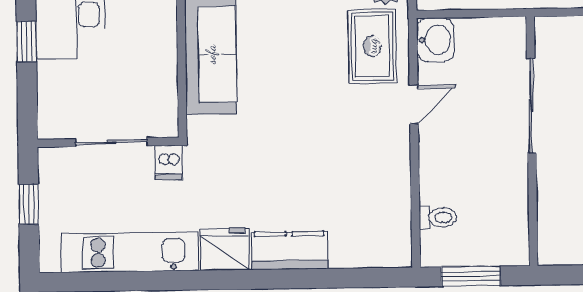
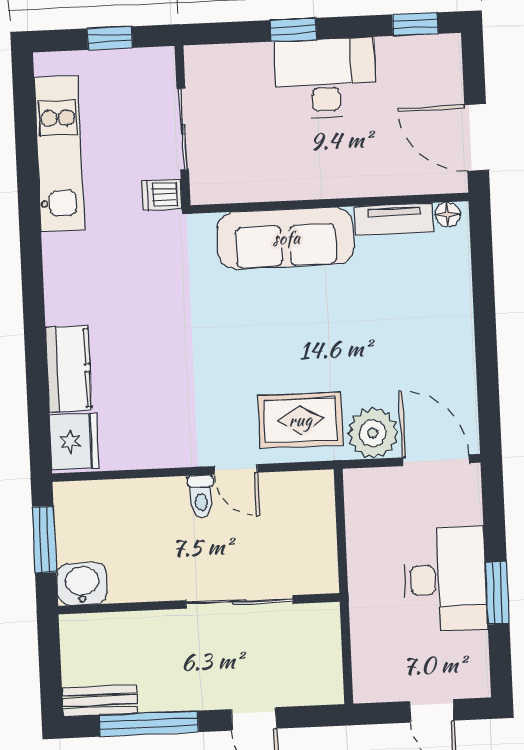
washbasin: (435, 40) -> (82, 584), moved, turned 180
toilet: (438, 218) -> (201, 496), moved
fridge: (225, 249) -> (74, 441), moved
kitchen counter: (289, 250) -> (69, 369), moved

